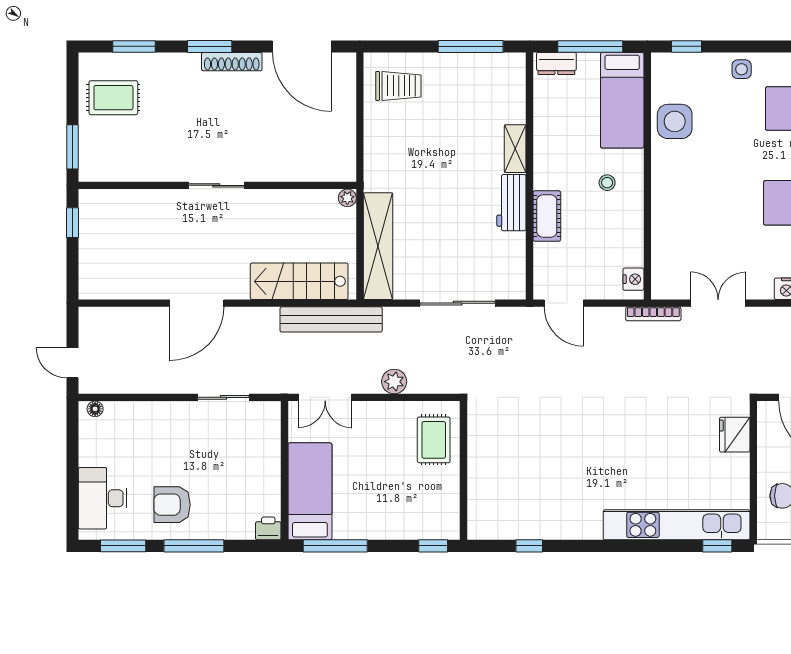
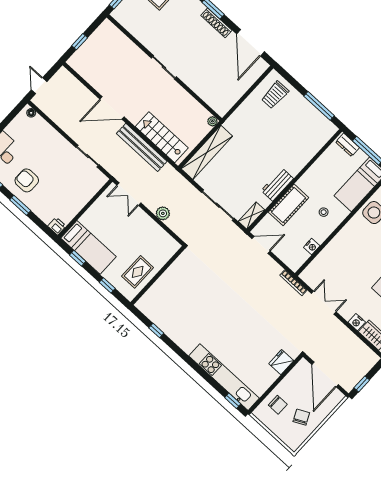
trolley: (398, 86) -> (275, 95), turned 90
shelving: (515, 149) -> (252, 216), moved
cot: (547, 216) -> (289, 205), width x1.37, depth x1.34
window: (72, 223) -> (80, 42), moved
nightstand: (633, 279) -> (312, 247), moved
door: (564, 303) -> (261, 245), swing flipped
bench: (331, 319) -> (142, 147), moved
rug: (434, 440) -> (138, 272), moved
bed: (310, 491) -> (89, 247), moved, turned 90
window: (194, 546) -> (20, 205), width x0.69
window: (335, 546) -> (78, 258), width x0.46
window: (433, 546) -> (107, 285), moved

